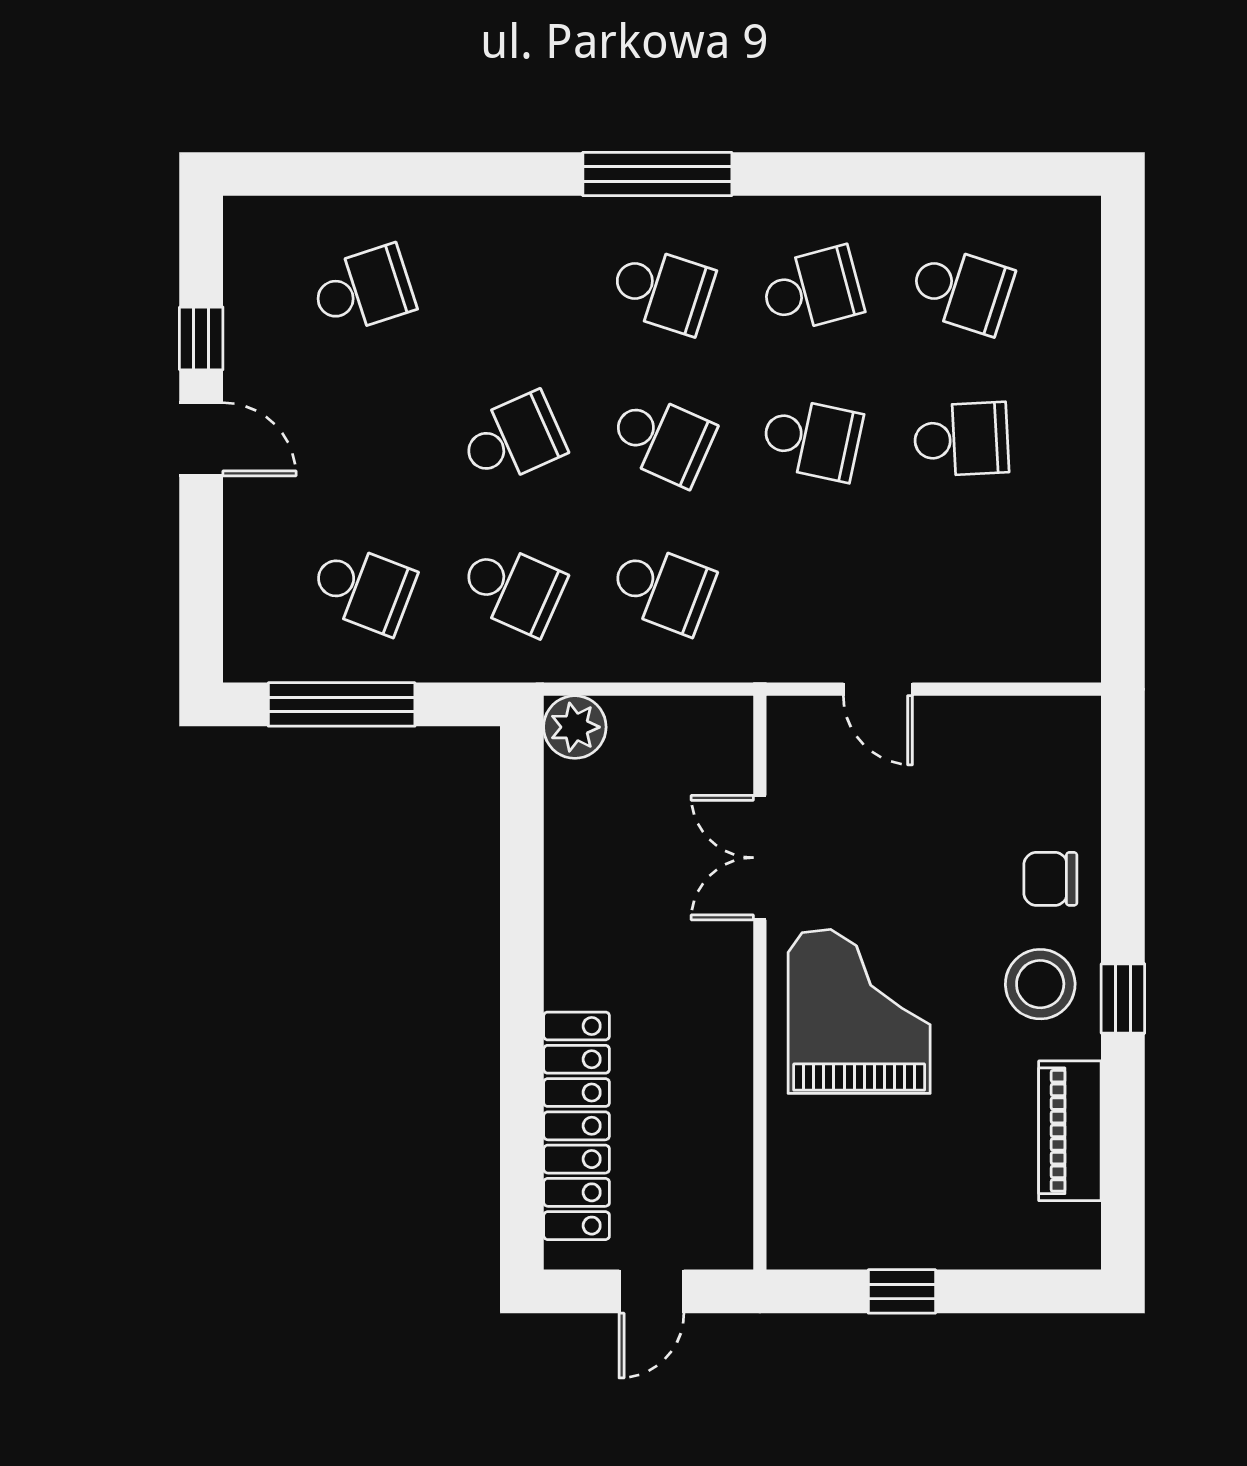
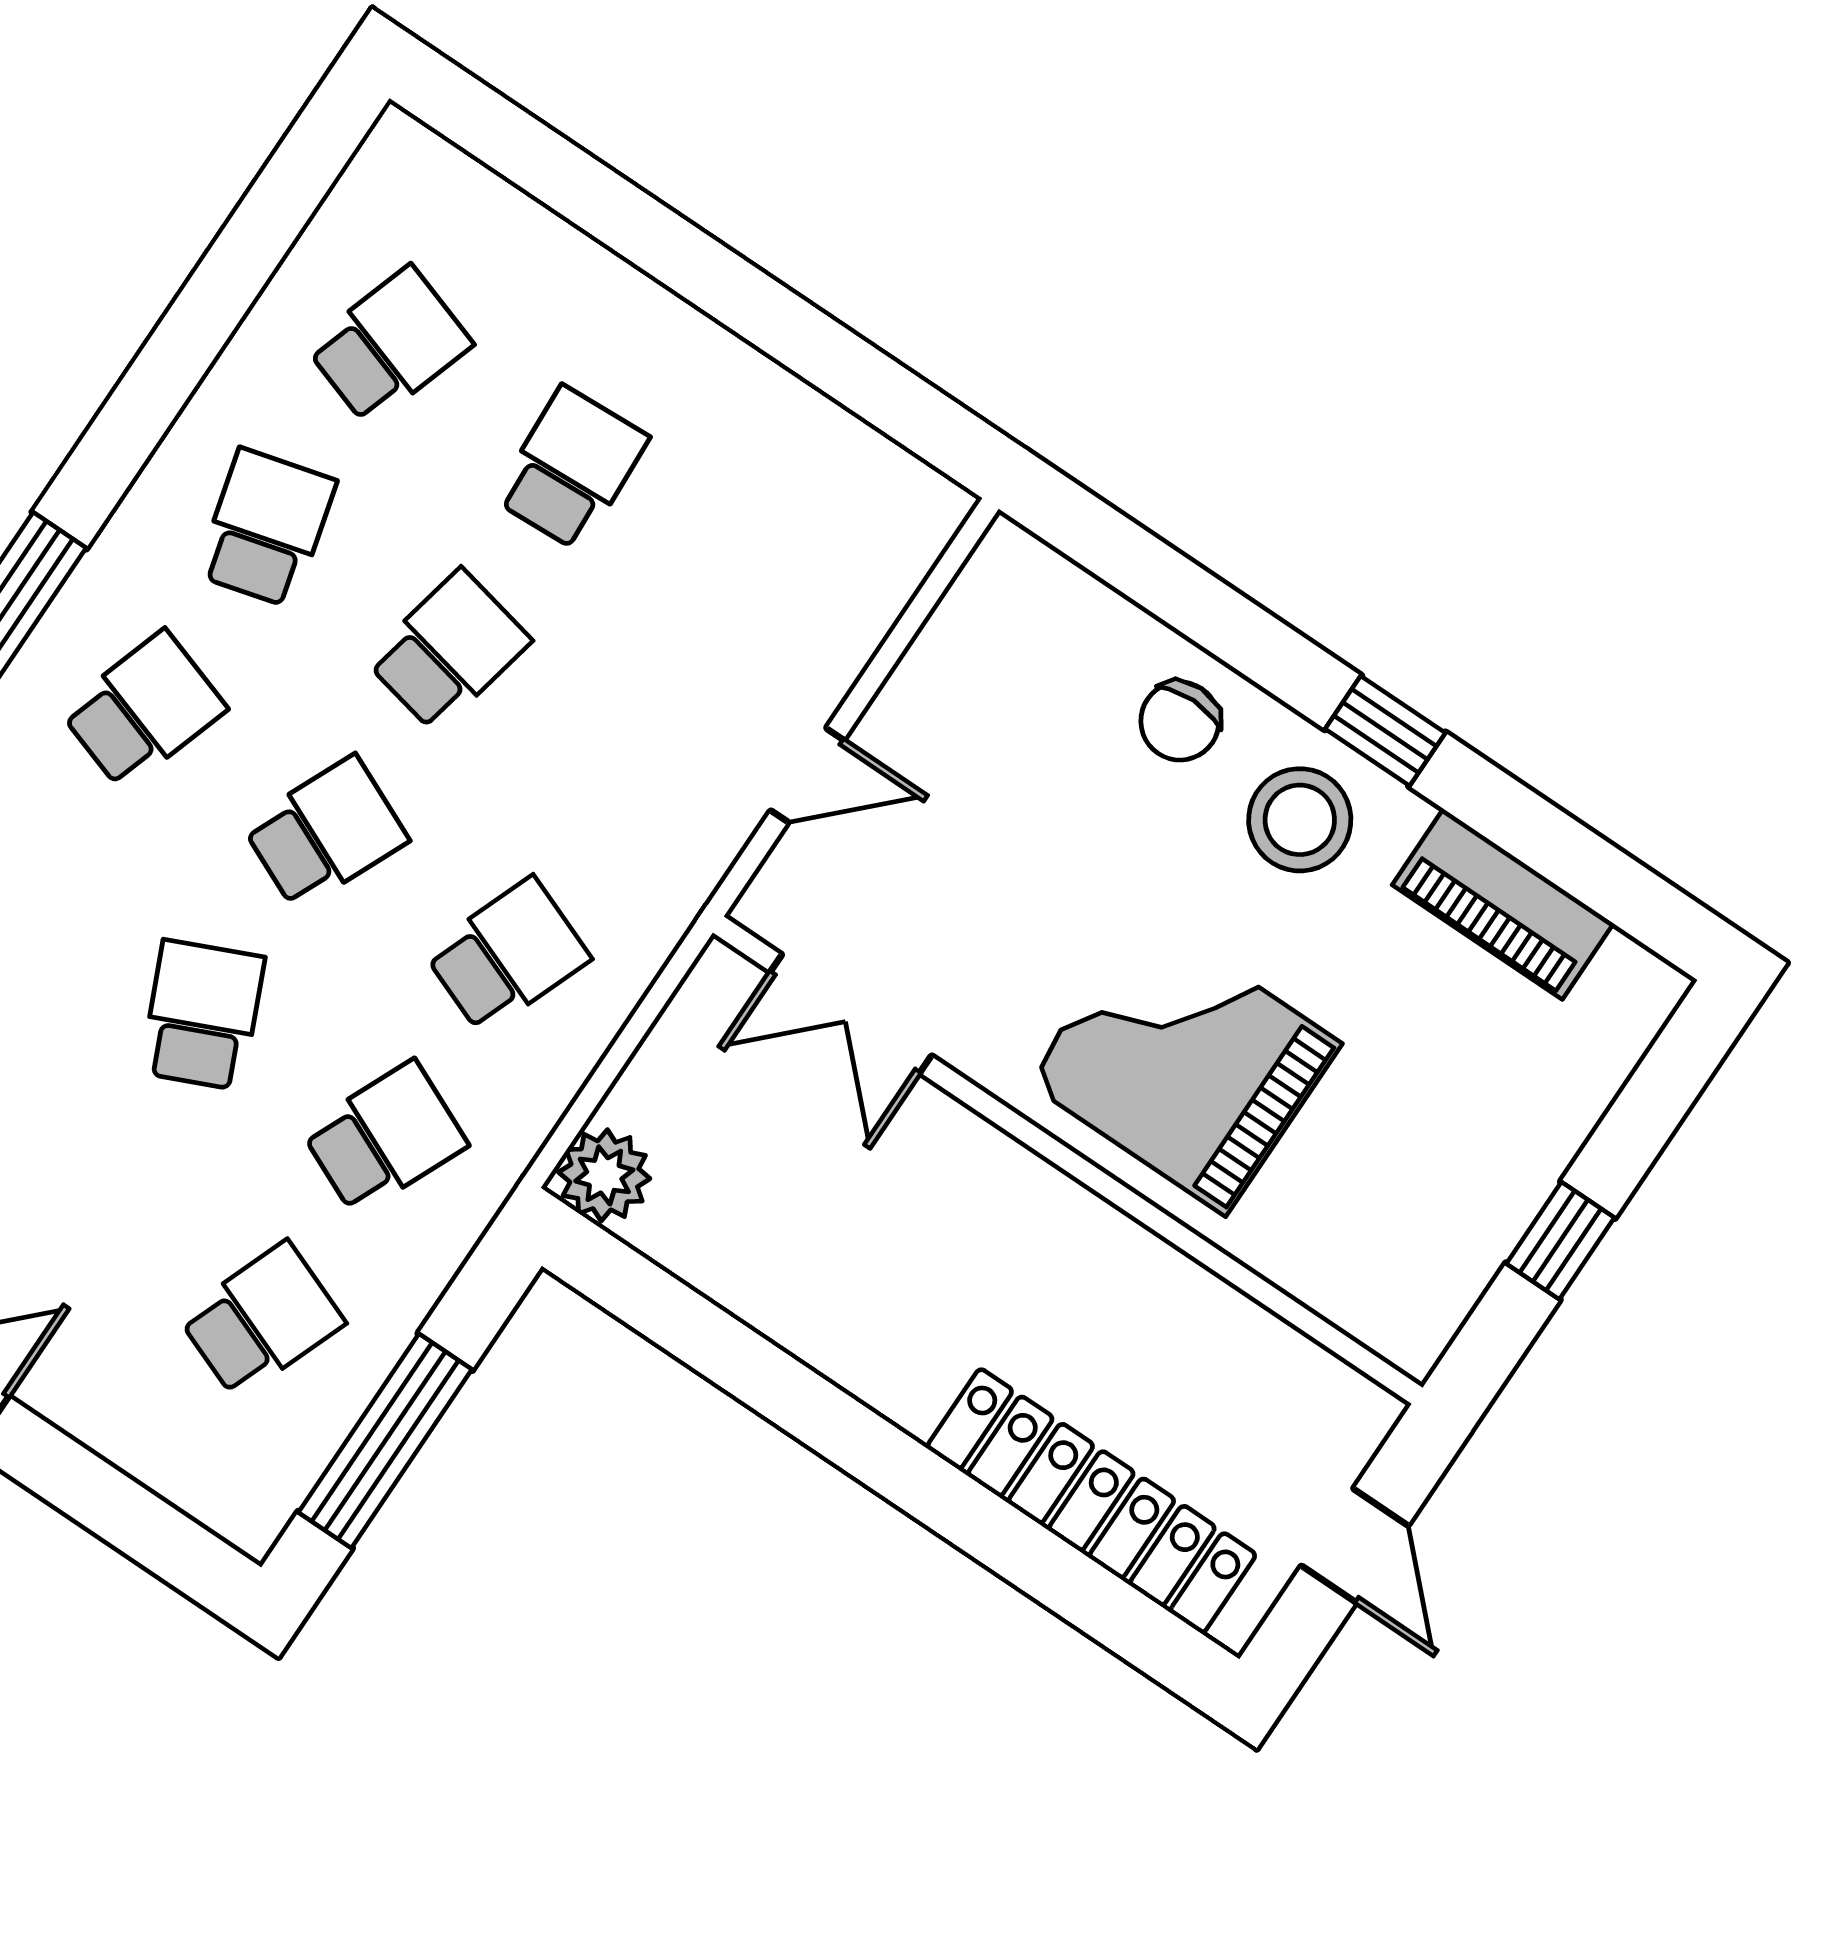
double door: (760, 858) -> (851, 1014), moved

